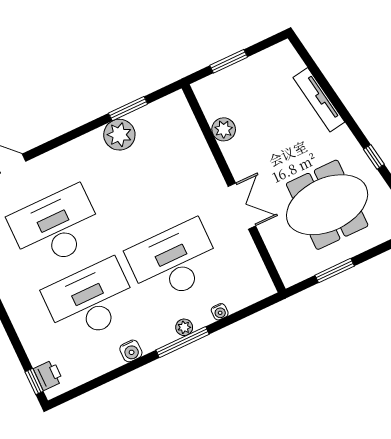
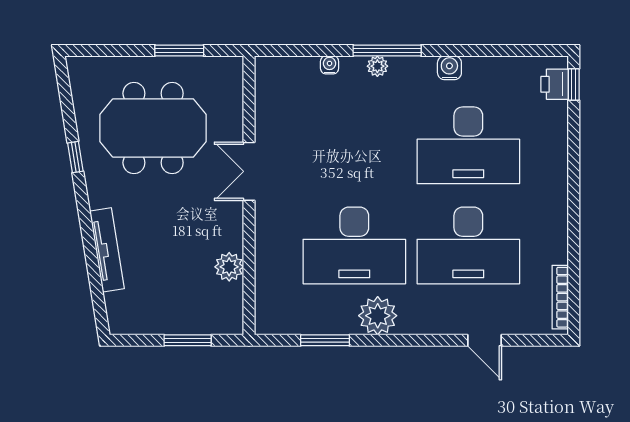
plant: (119, 135) -> (378, 316), moved
desk: (174, 261) -> (354, 245), moved

